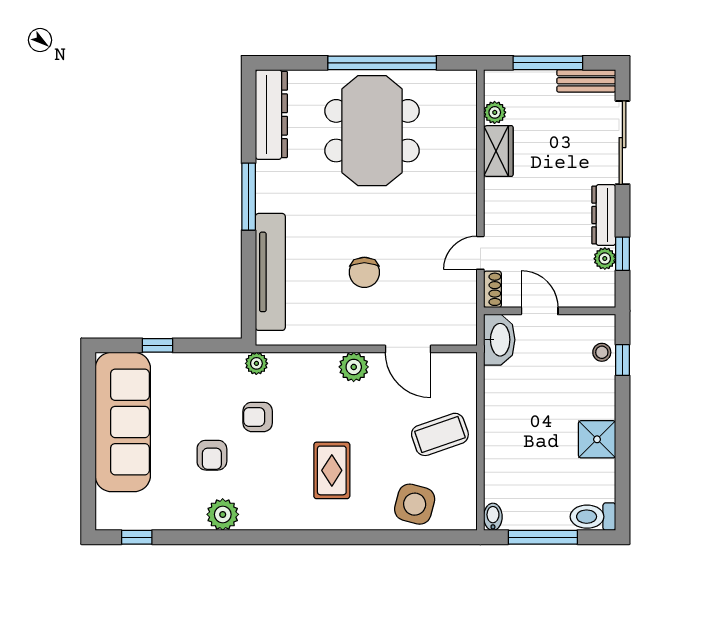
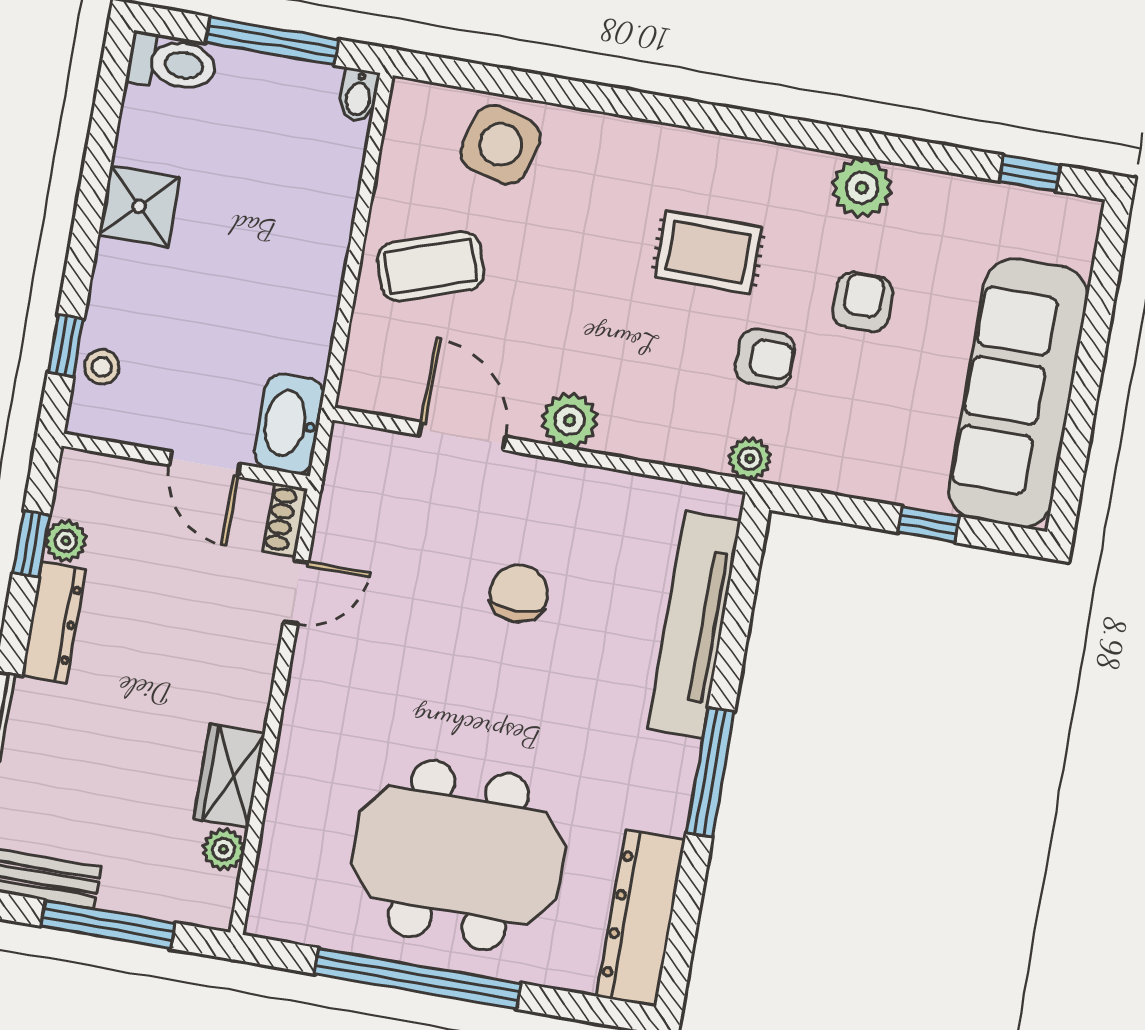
meeting table: (372, 131) -> (458, 855), turned 90
rug: (332, 470) -> (708, 252), moved, turned 90

